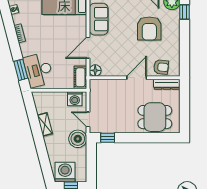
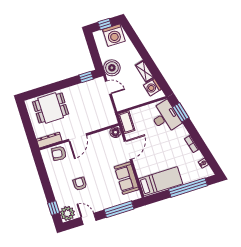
armchair: (149, 28) -> (80, 184), width x0.53, depth x0.53
washing machine: (75, 99) -> (152, 87), moved, turned -105

